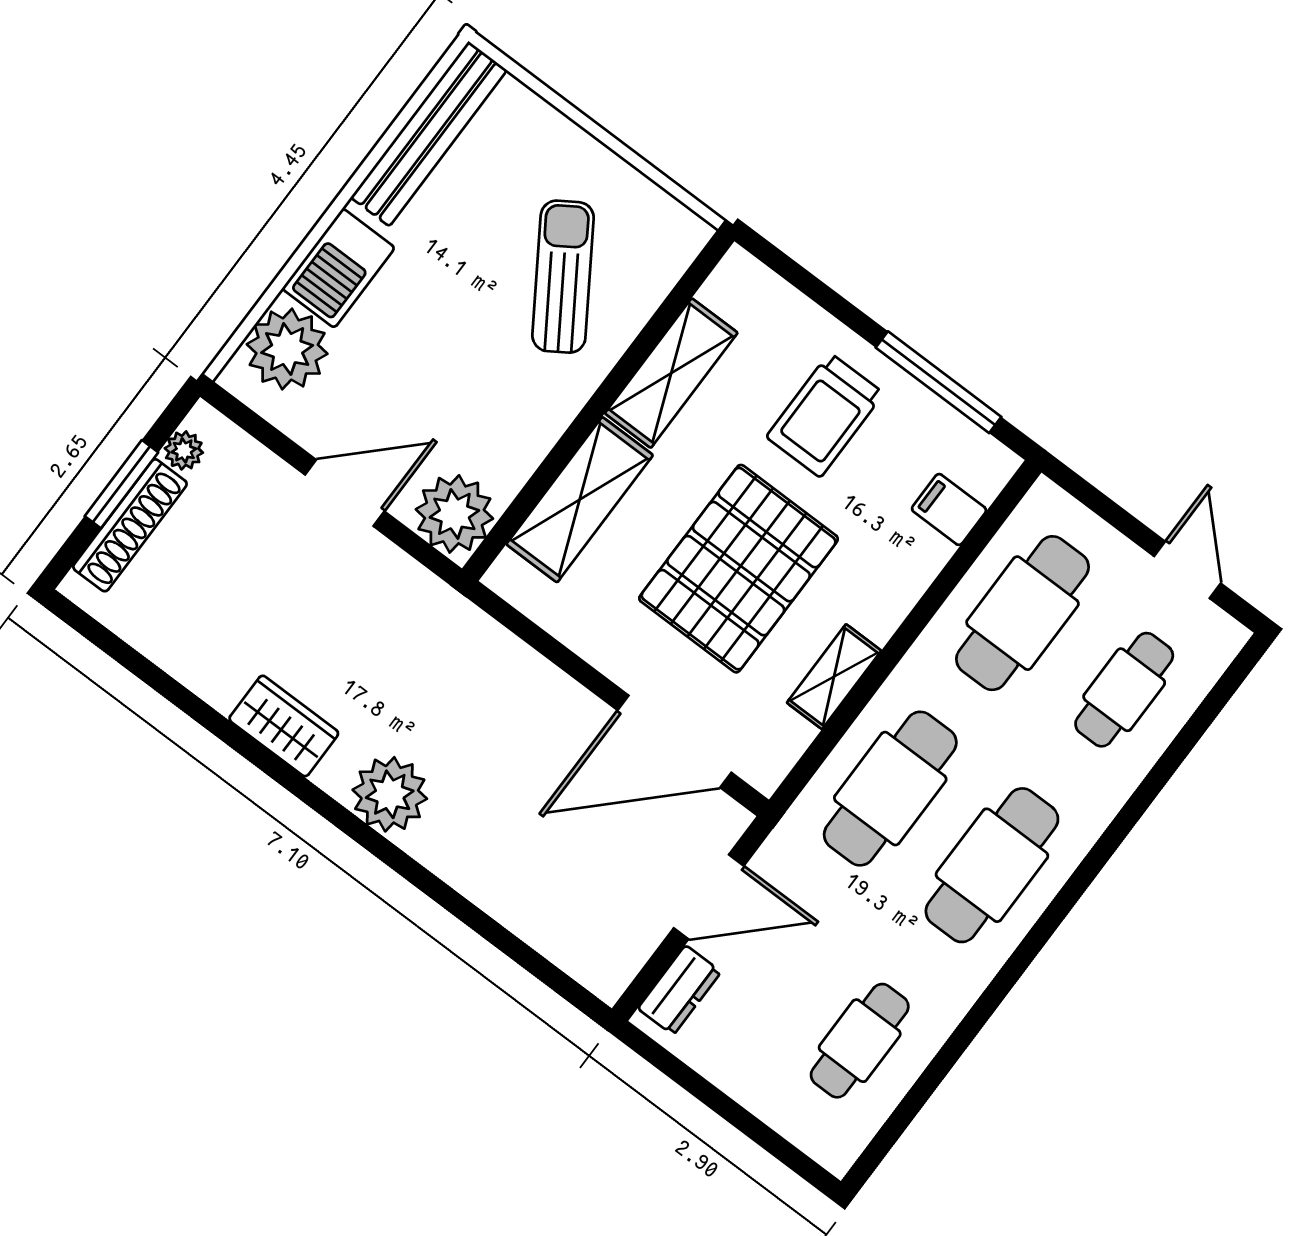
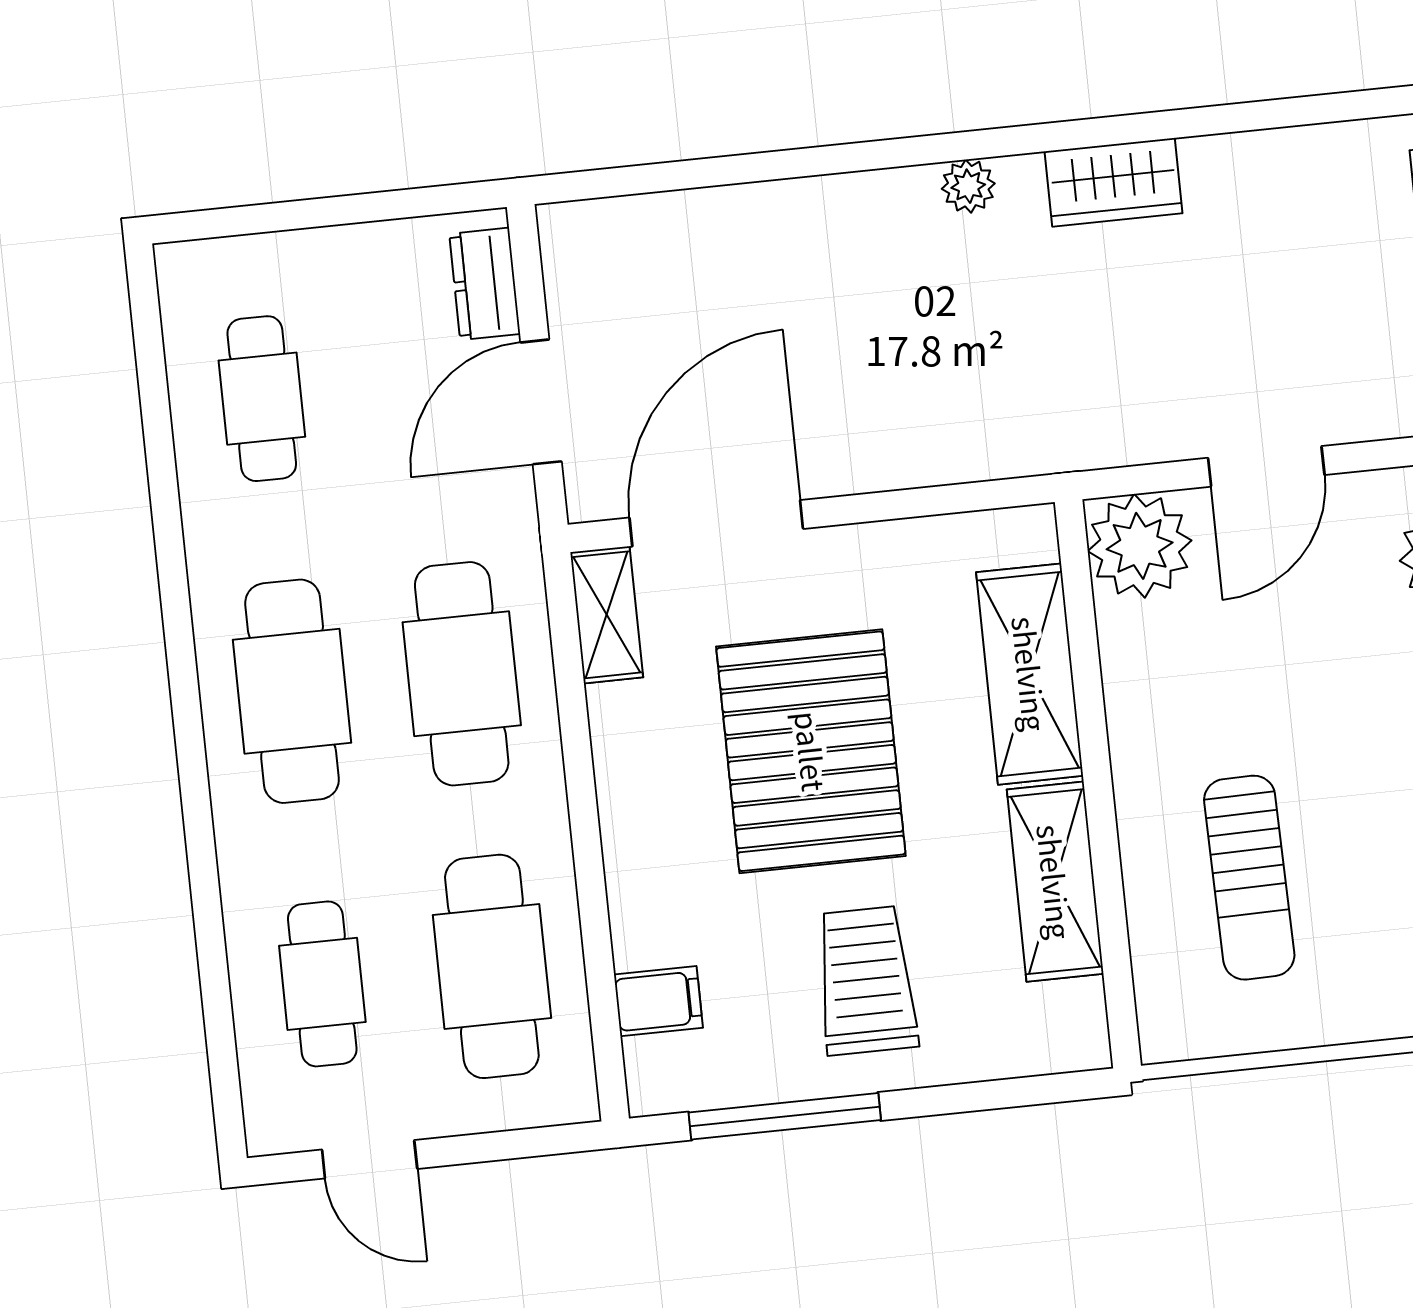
sun lounger: (563, 277) -> (1249, 878), turned 32
shelving: (834, 677) -> (607, 615), moved
plant: (390, 794) -> (968, 186), width x0.53, depth x0.53

